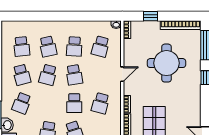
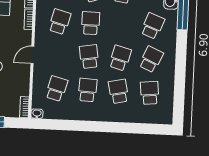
school desk: (22, 75) -> (151, 59), turned 39

